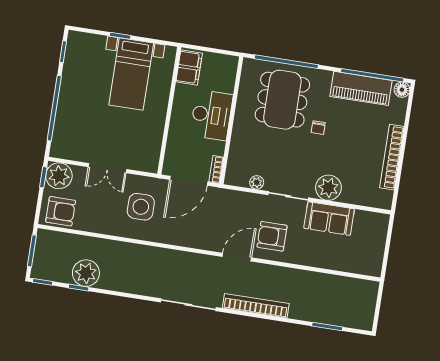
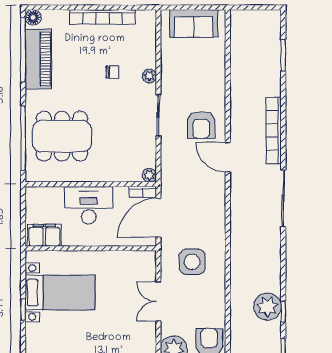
chair: (318, 128) -> (113, 72), moved
double door: (107, 168) -> (158, 302), swing flipped
door: (189, 181) -> (158, 218), swing flipped
plant: (257, 182) -> (149, 175), moved
plant: (328, 188) -> (149, 76), width x0.53, depth x0.53
sofa: (329, 219) -> (194, 23), moved, turned 90

